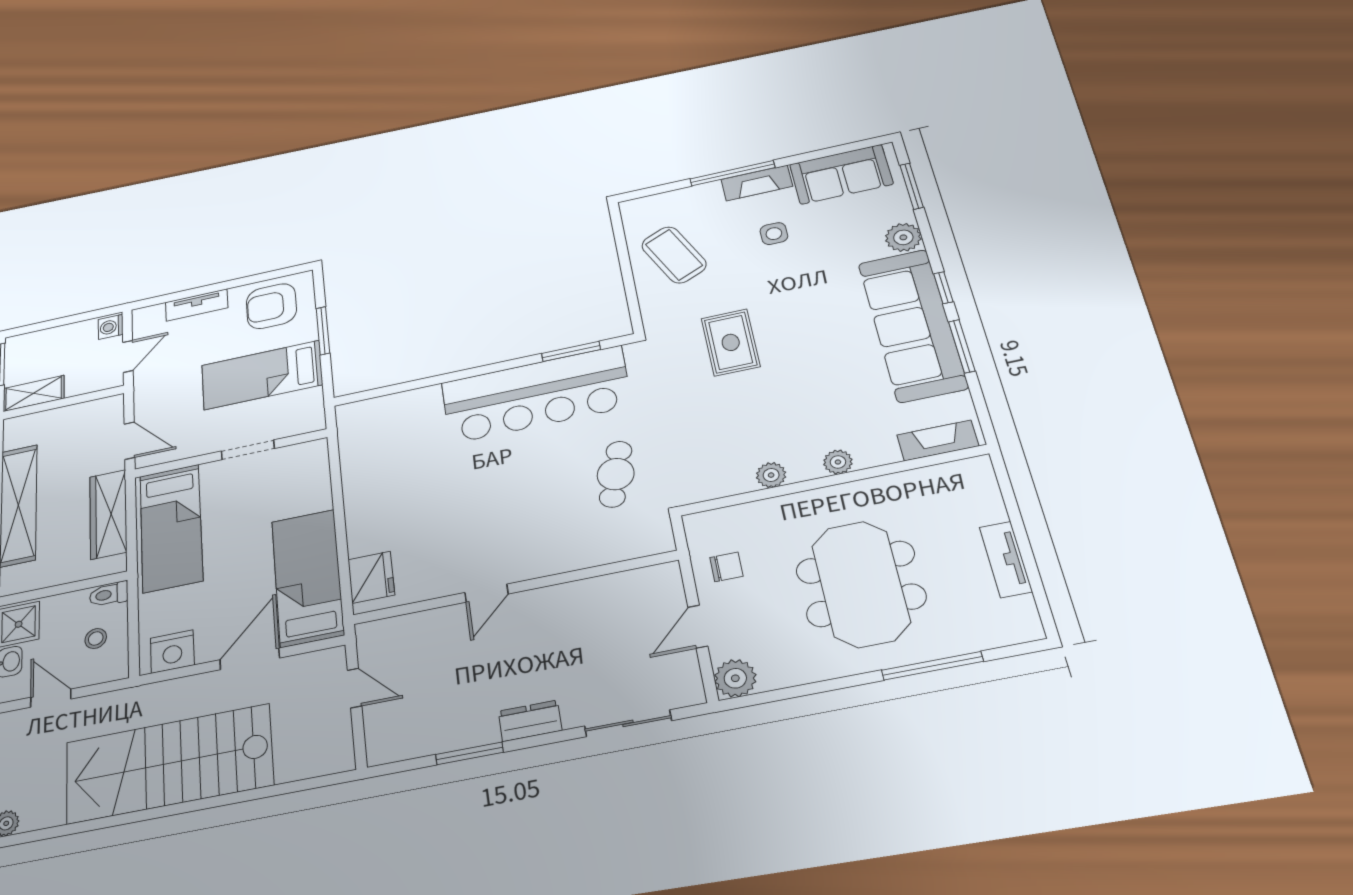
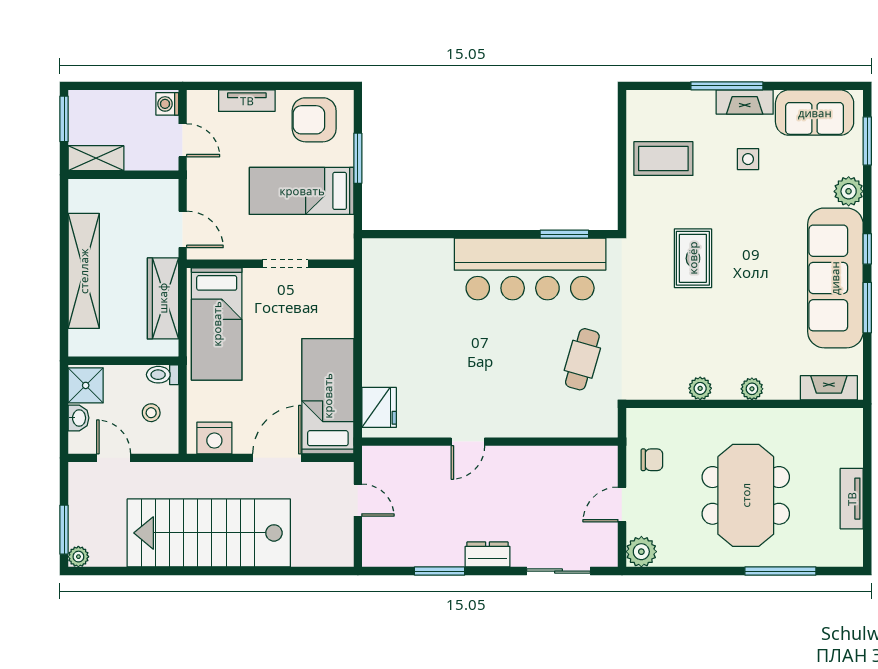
coffee table: (674, 255) -> (663, 159), turned -65
door: (128, 356) -> (183, 140), hinge flipped

